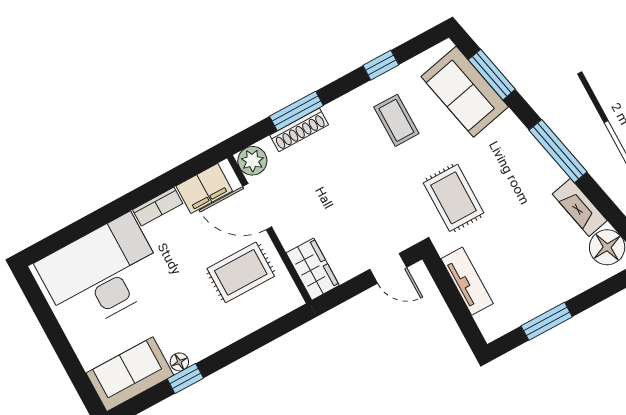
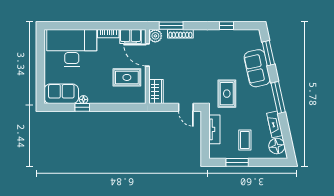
sofa: (465, 92) -> (257, 68), moved
window: (296, 111) -> (171, 26), moved
coffee table: (396, 120) -> (245, 140), moved

